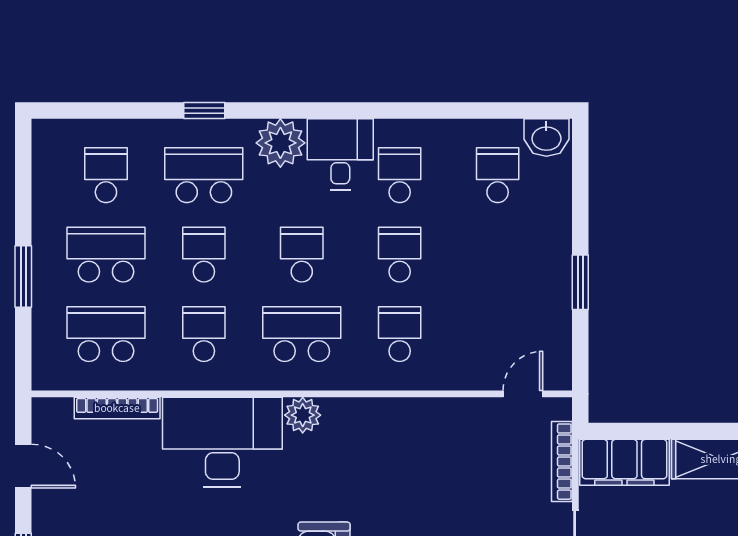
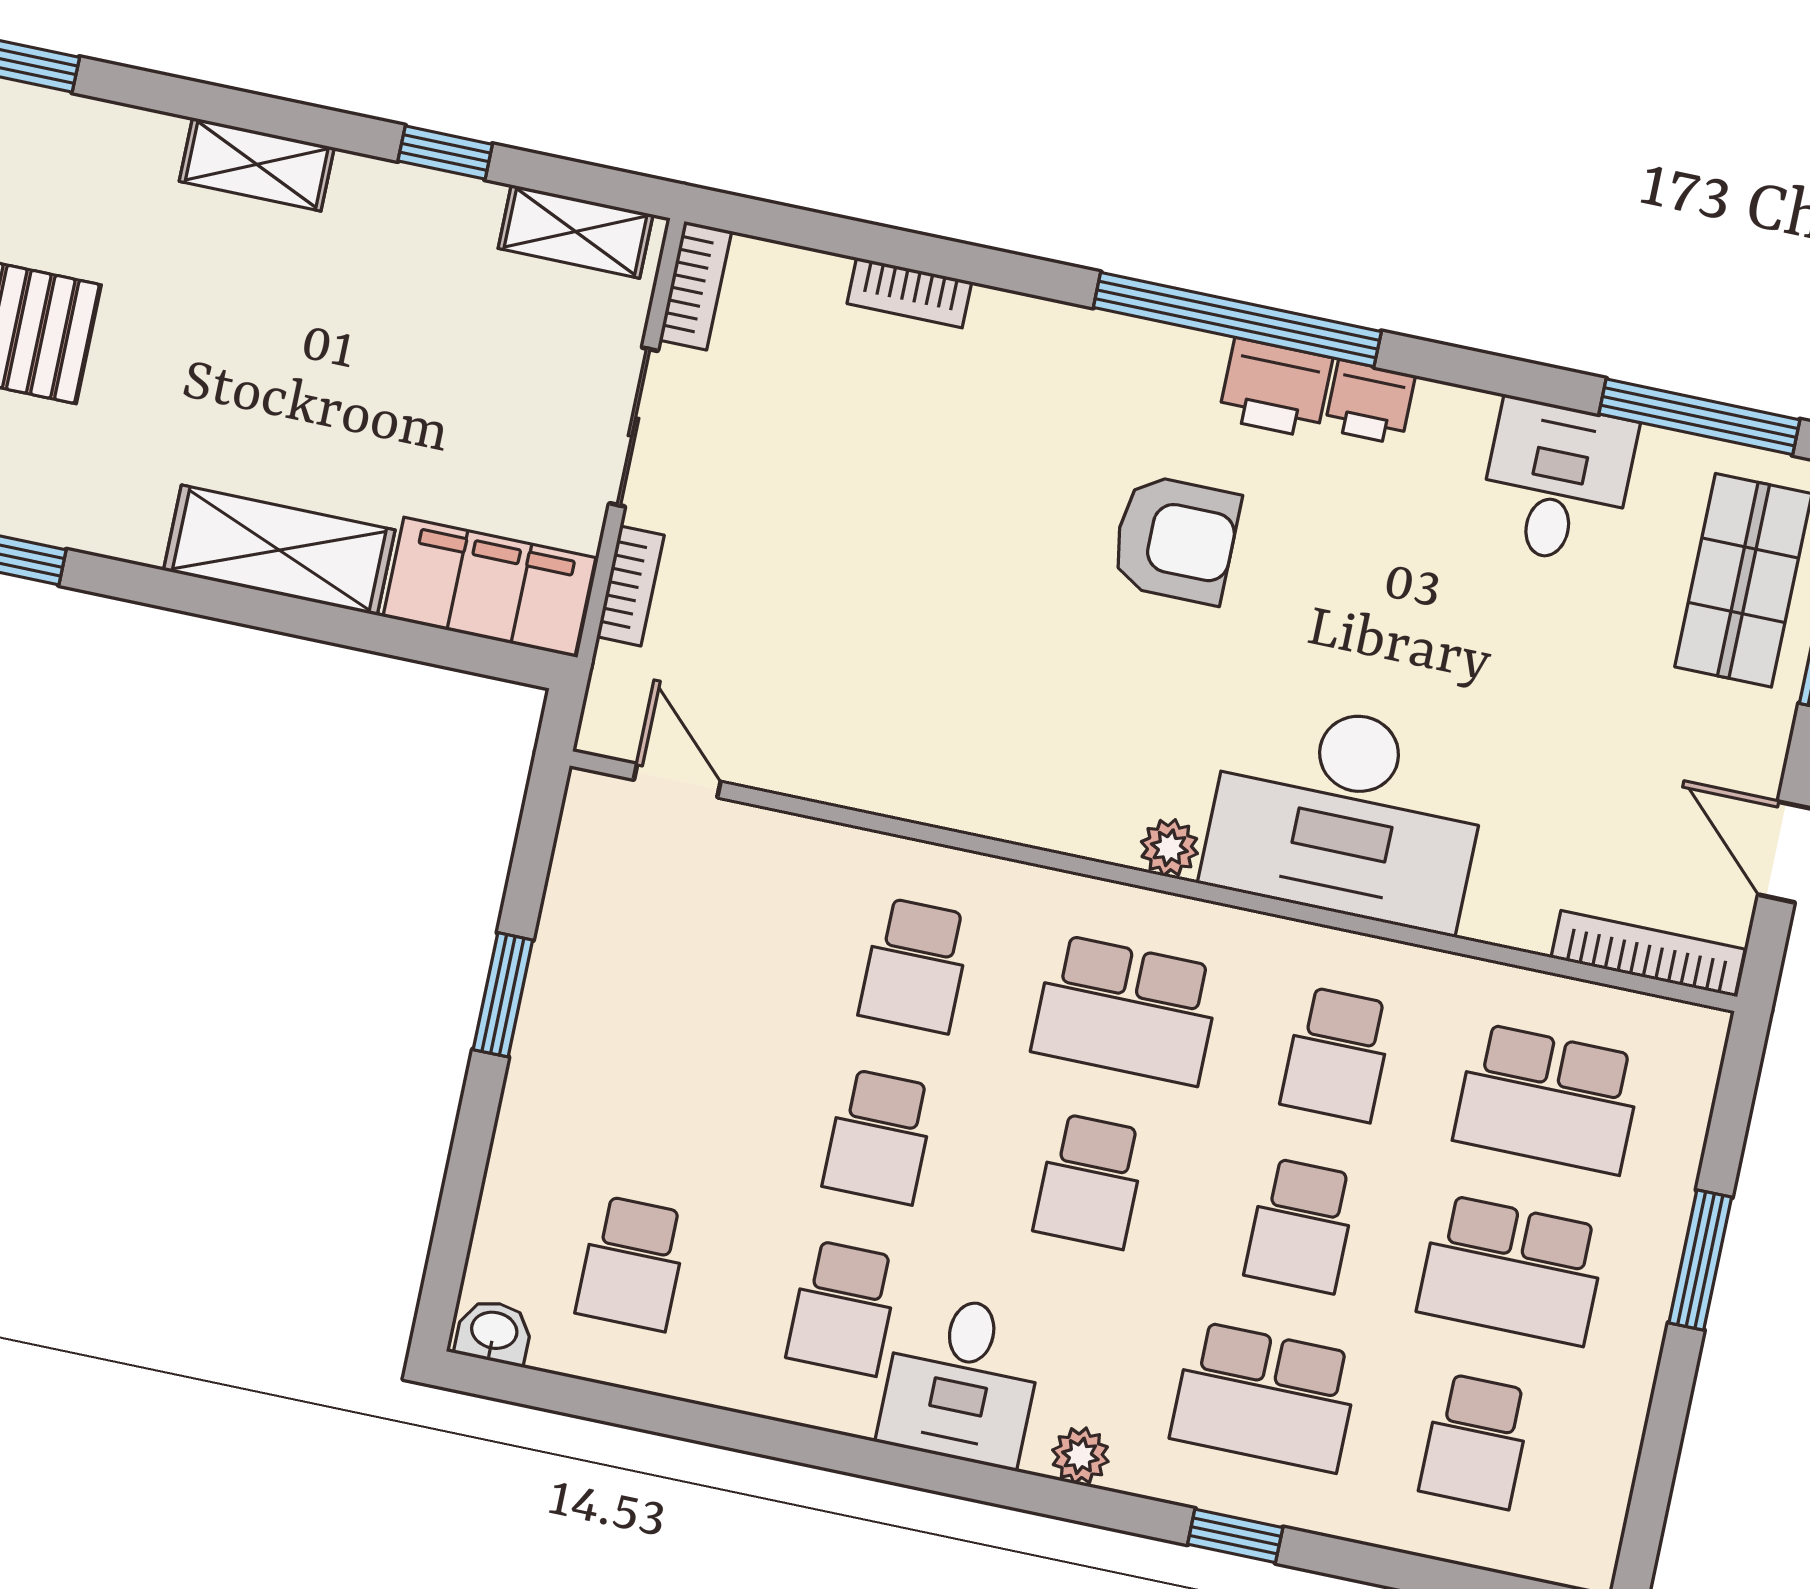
washbasin: (546, 137) -> (494, 1332), width x0.72, depth x0.69
plant: (280, 143) -> (1080, 1456), width x0.53, depth x0.53
door: (523, 394) -> (677, 781), swing flipped
bookcase: (117, 408) -> (1648, 953), moved
plant: (303, 415) -> (1169, 848), width x0.73, depth x0.73
bookcase: (562, 462) -> (630, 586), width x0.64

